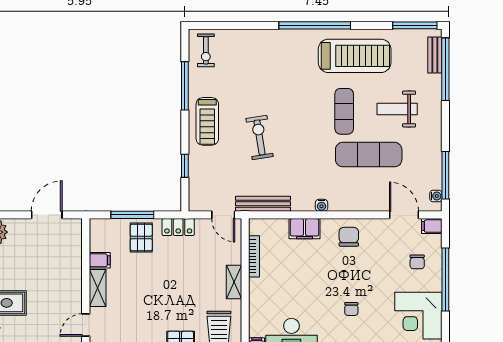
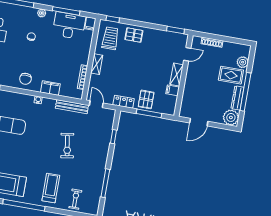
exercise bike: (206, 50) -> (75, 199), moved
exercise mat: (344, 111) -> (15, 152), removed
treadmill: (207, 121) -> (51, 188), moved

